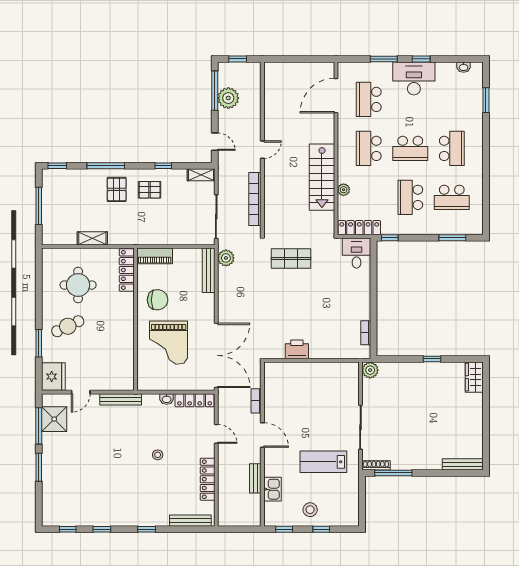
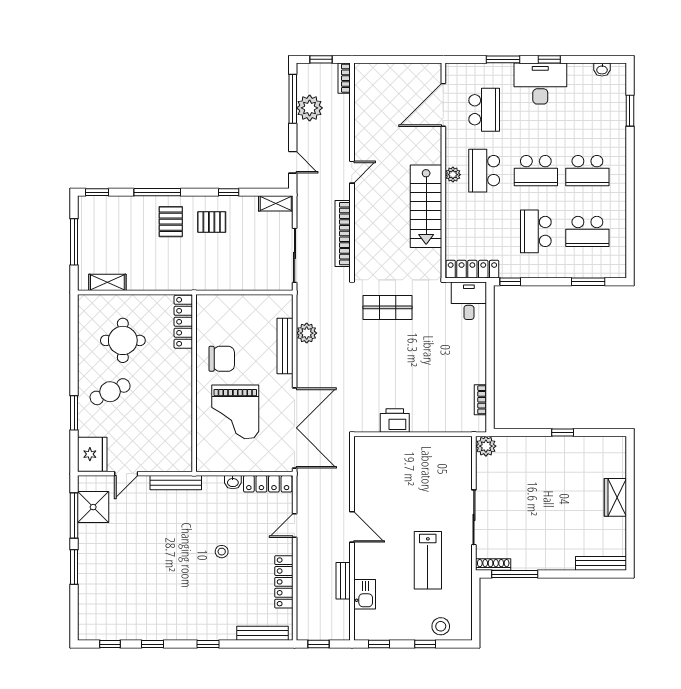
school desk: (369, 99) -> (484, 110), turned 180
school desk: (452, 148) -> (587, 171), turned 90
plant: (344, 190) -> (453, 175), moved
shelving: (92, 238) -> (107, 282), moved
piano: (155, 256) -> (218, 304), removed
plant: (226, 258) -> (307, 333), moved
bench: (209, 270) -> (285, 346), moved
wardrobe: (474, 377) -> (615, 497), moved
bookcase: (256, 401) -> (344, 78), moved
door: (216, 434) -> (295, 526), swing flipped
lab bench: (323, 462) -> (428, 560), turned -90
stool: (310, 510) -> (441, 626), moved
window: (236, 529) -> (319, 644), added

